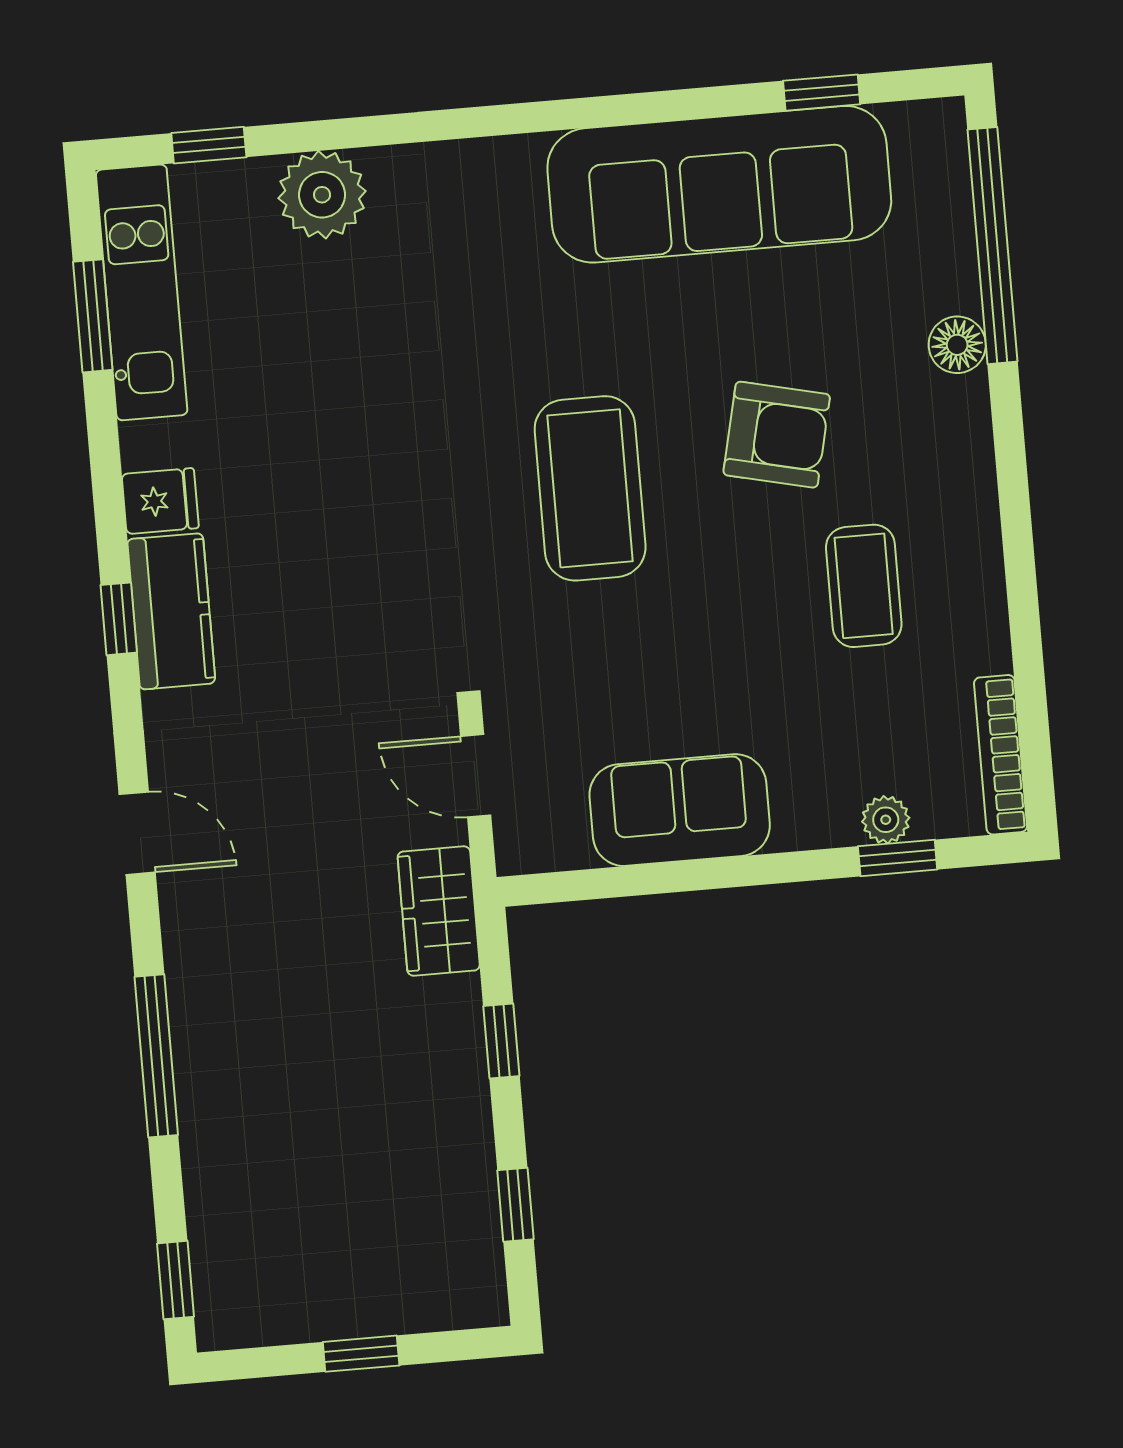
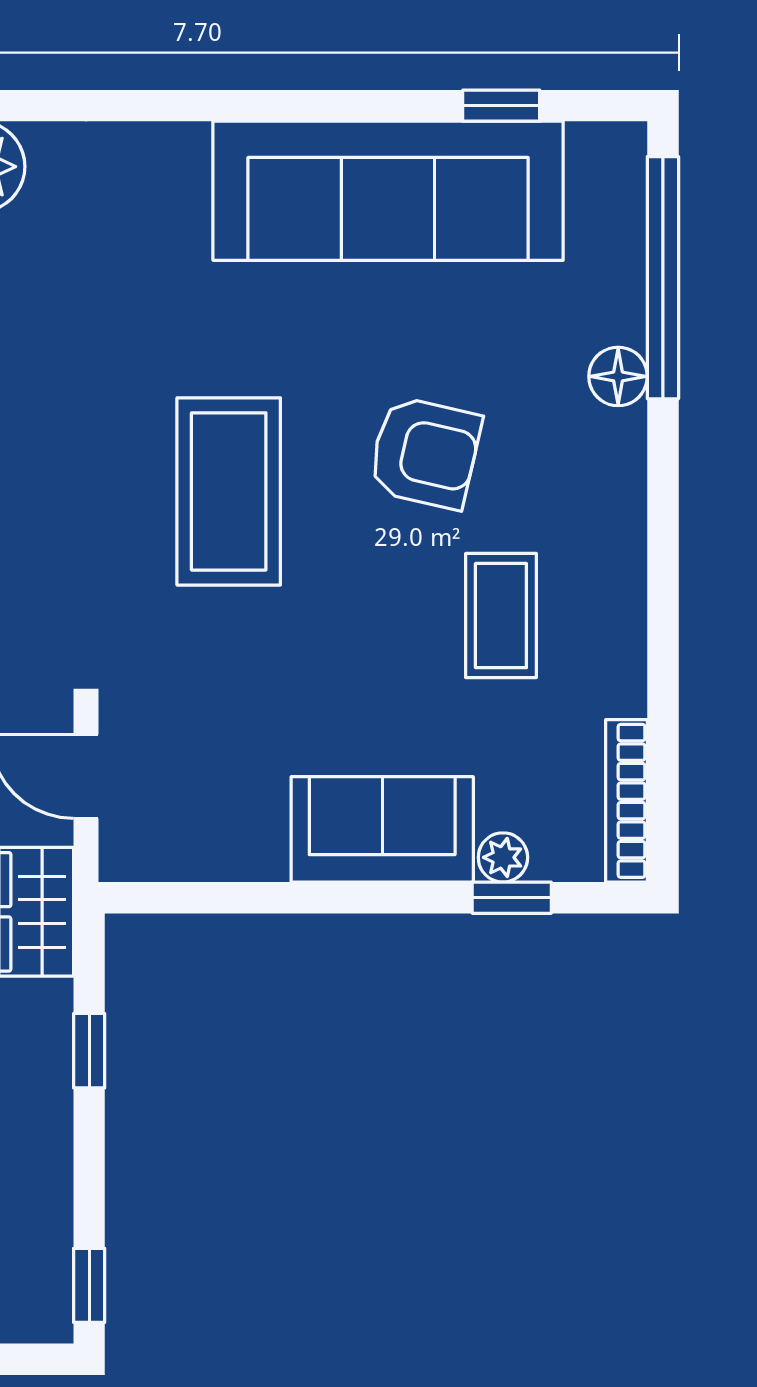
sofa: (680, 810) -> (382, 829), moved
window: (515, 1205) -> (89, 1285), moved

